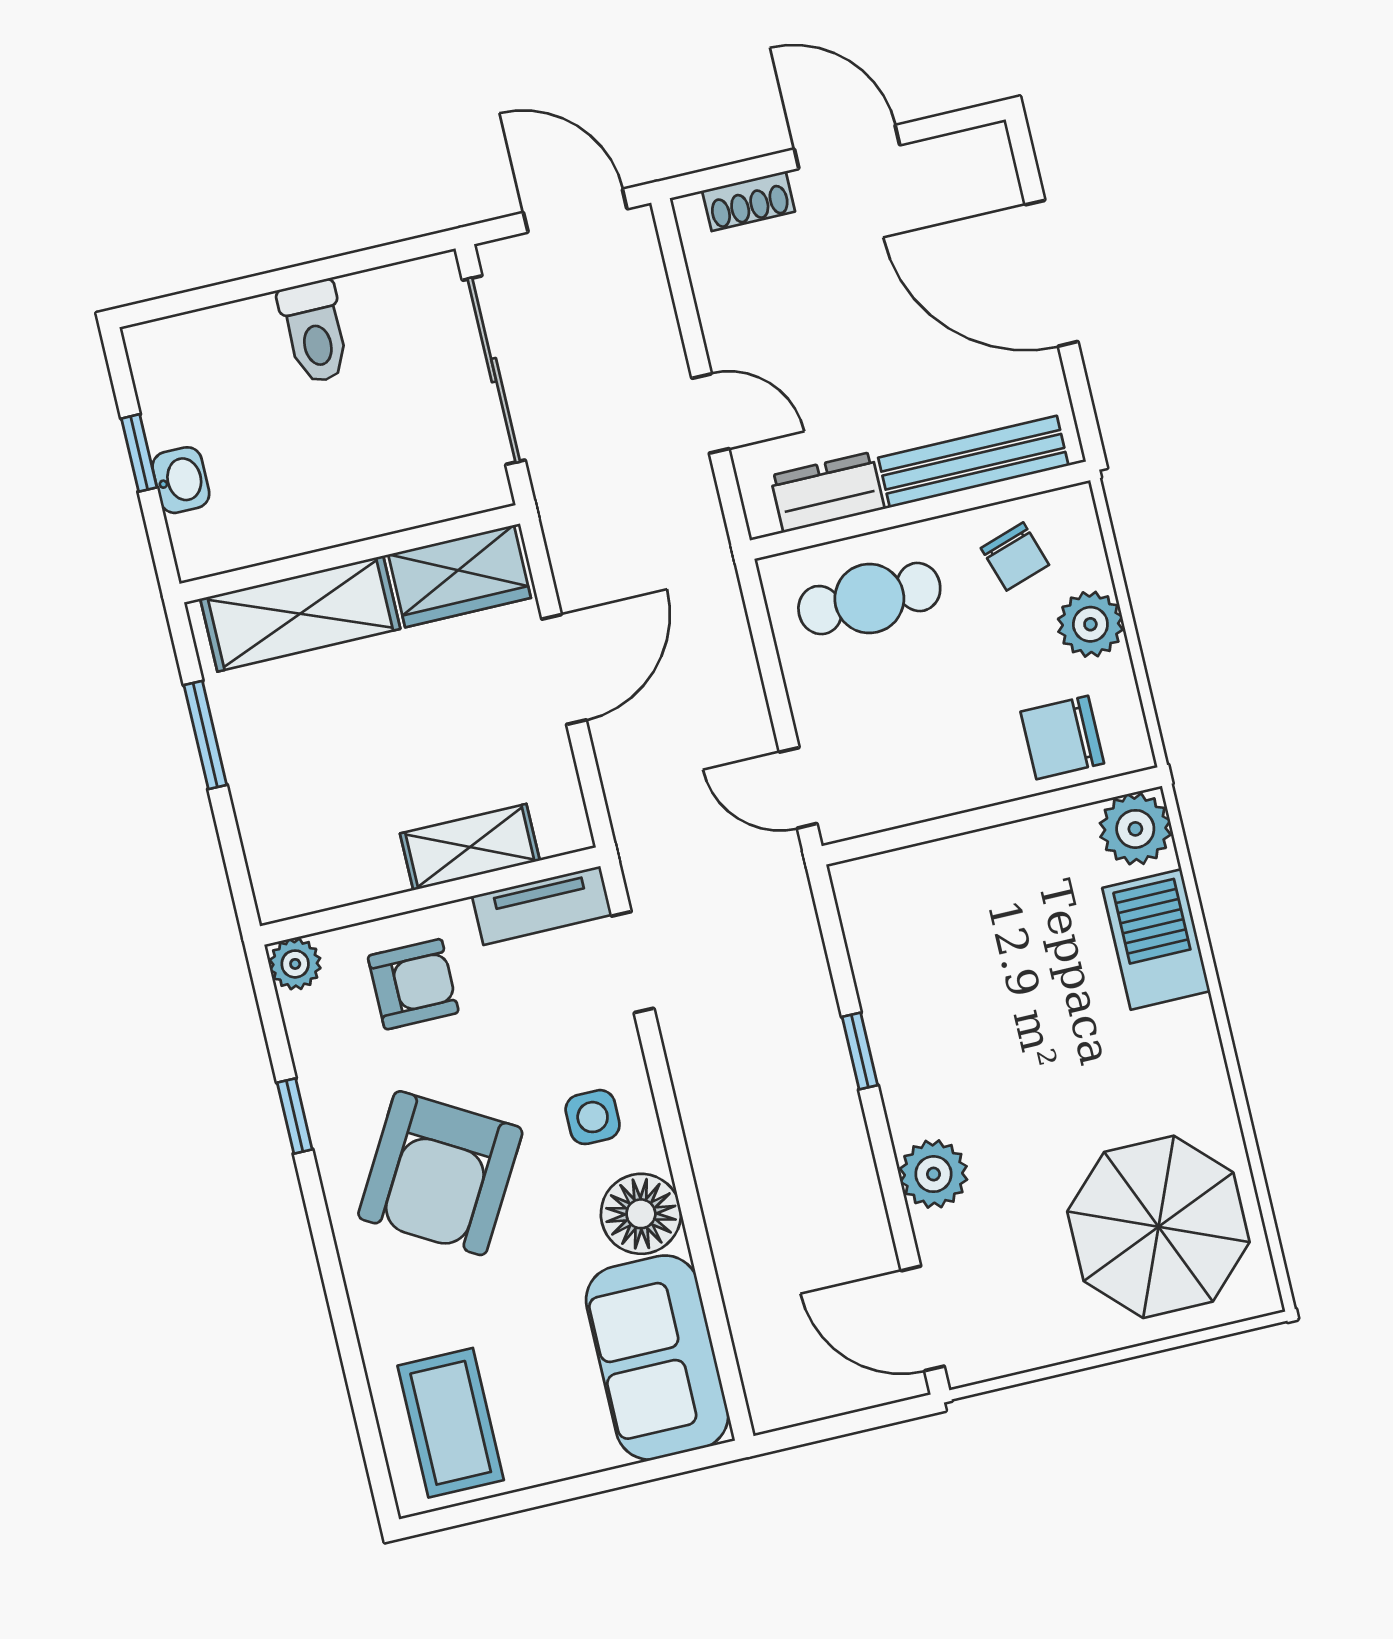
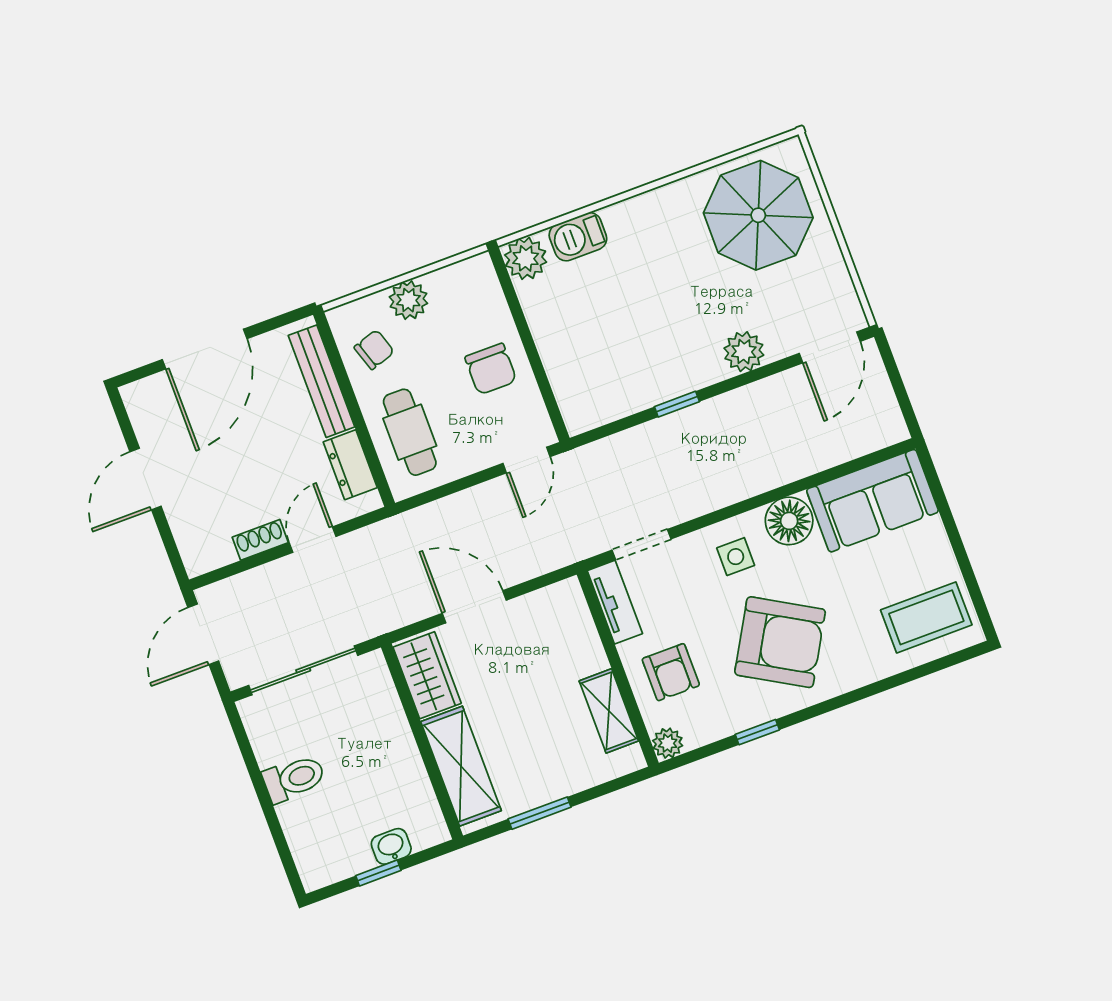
shoe rack: (749, 201) -> (260, 540), moved, turned -90
chair: (1062, 737) -> (491, 369), moved
shelving: (470, 847) -> (609, 711), moved
barbecue: (1156, 940) -> (578, 237), width x0.73, depth x0.79
armchair: (413, 984) -> (671, 672), turned 180

